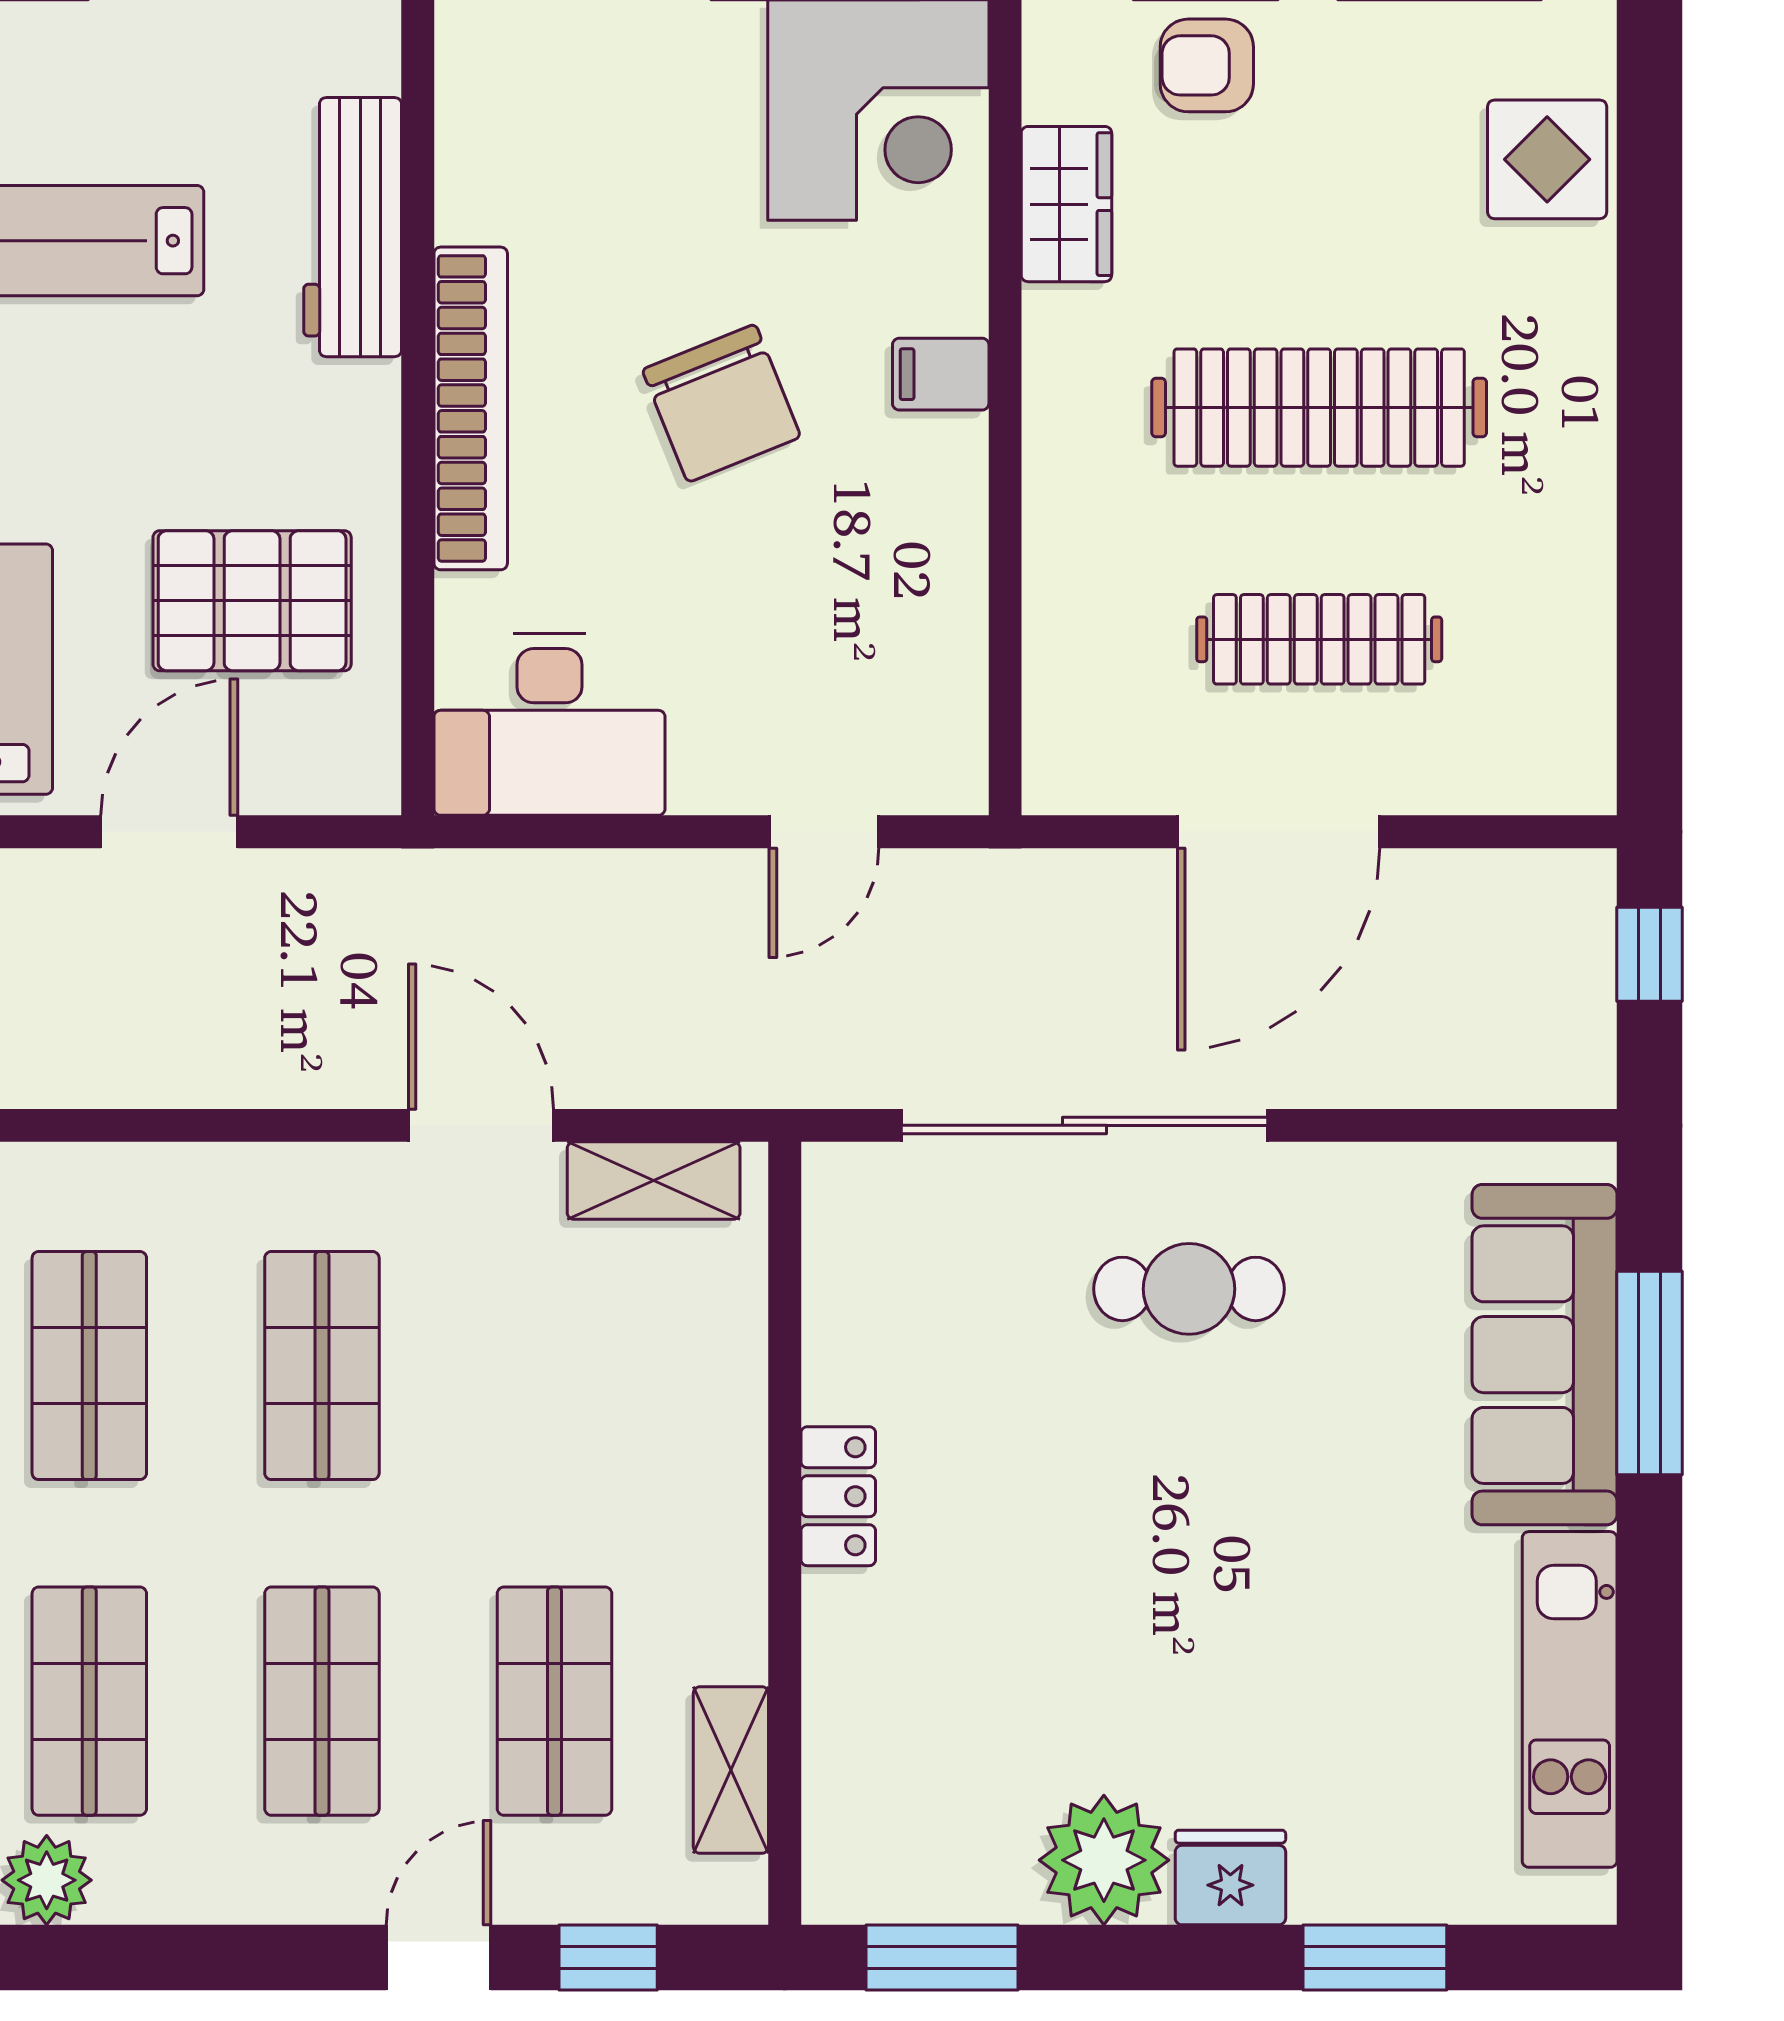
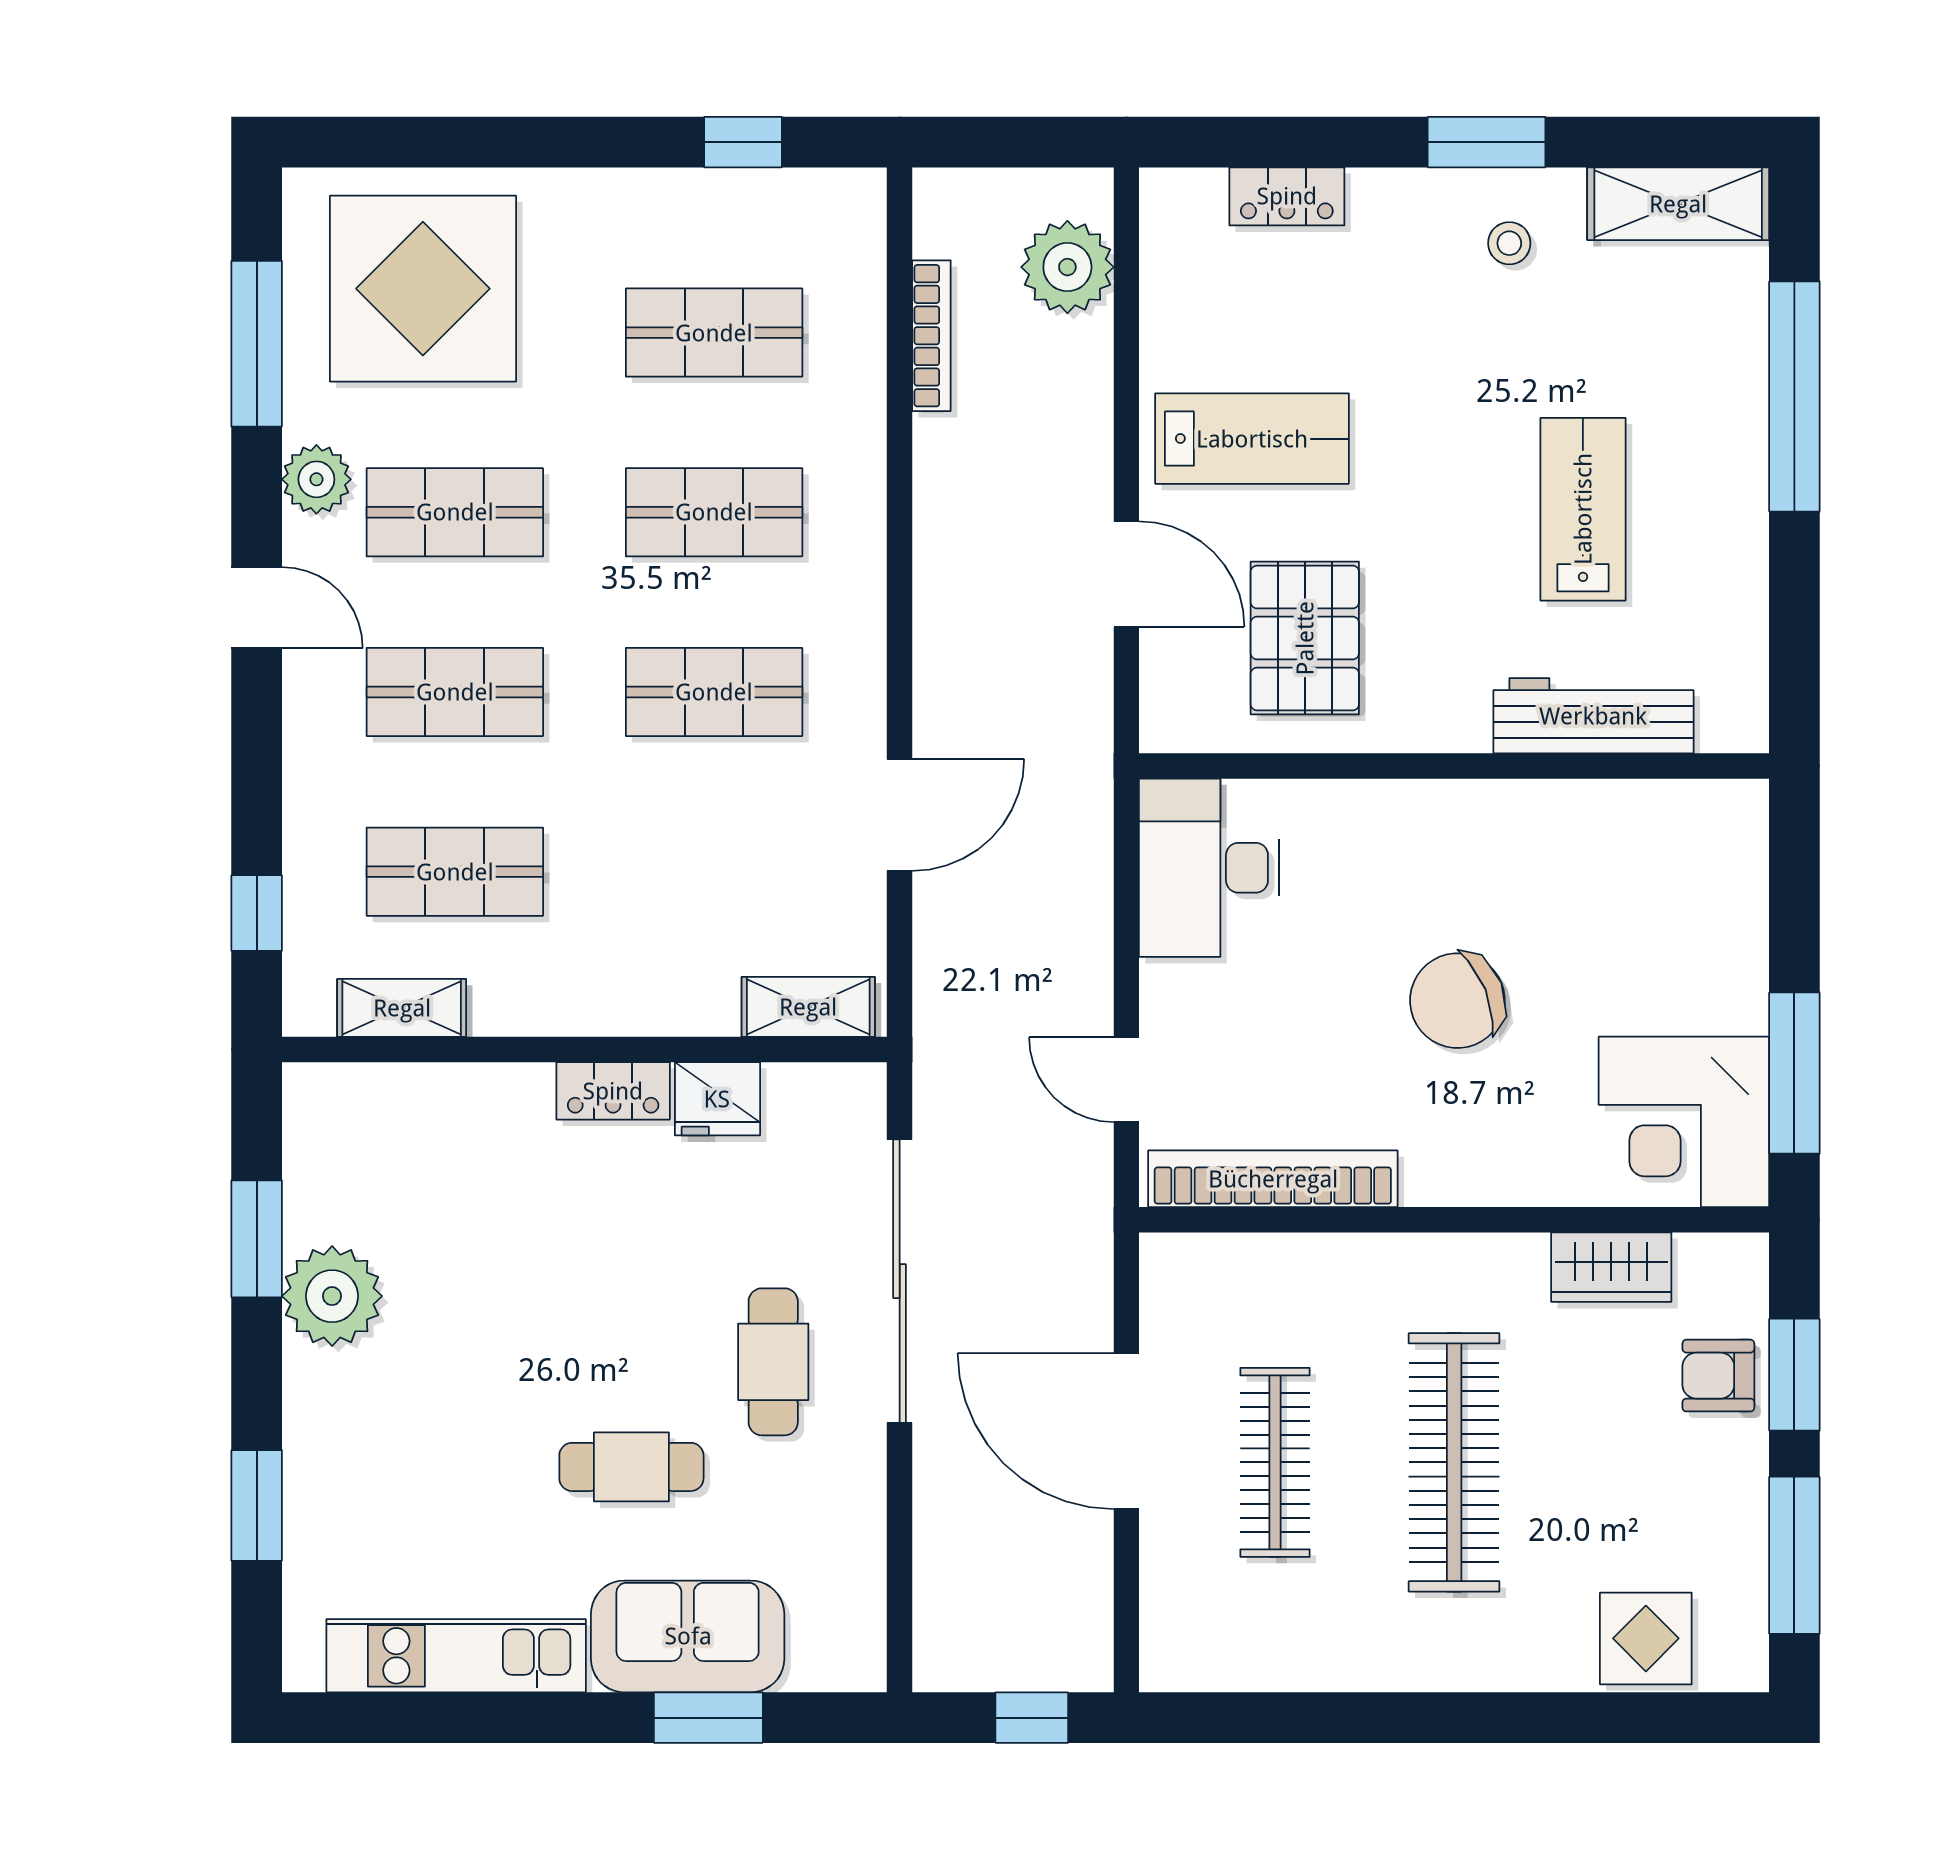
armchair: (1207, 65) -> (1718, 1376), turned -90
filing cabinet: (941, 374) -> (1480, 1170), removed
bookcase: (471, 408) -> (1273, 1179), moved, turned 180
shelving: (654, 1181) -> (808, 1007), moved, turned 90
sofa: (1545, 1355) -> (688, 1636), width x0.73
window: (1650, 1373) -> (708, 1718), width x0.69
cafe table: (1325, 1473) -> (631, 1467), added
fridge: (1230, 1877) -> (717, 1099), moved, turned 90
door: (438, 1958) -> (257, 607), moved
window: (942, 1958) -> (257, 1239), moved

